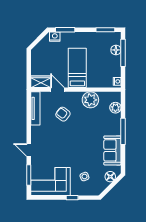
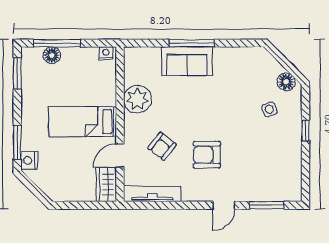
plant: (115, 108) -> (151, 56), removed
armchair: (58, 140) -> (207, 155), added
sofa: (112, 150) -> (187, 61), moved
floor lamp: (110, 177) -> (286, 82), moved
corner sofa: (50, 181) -> (278, 168), removed

